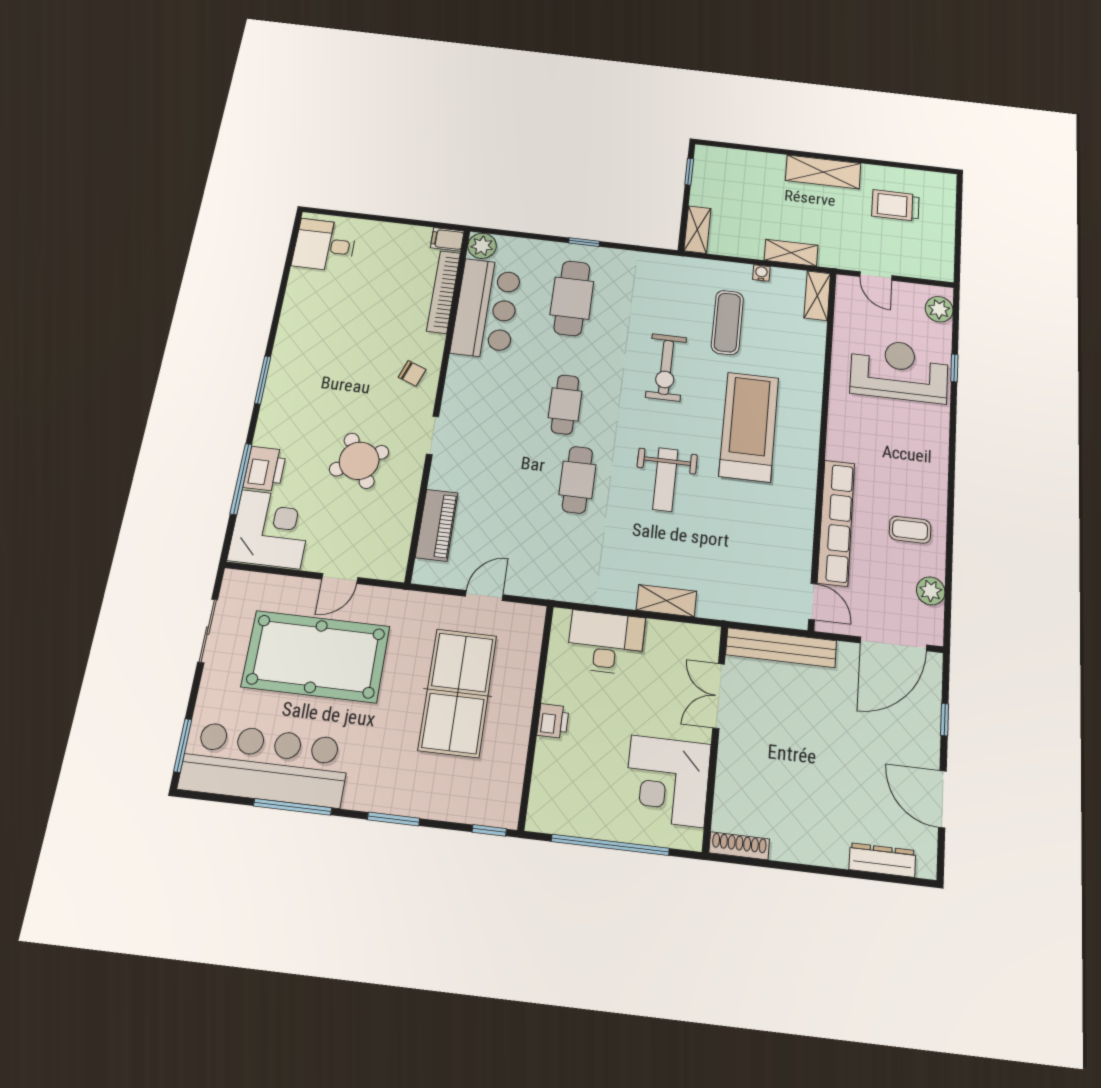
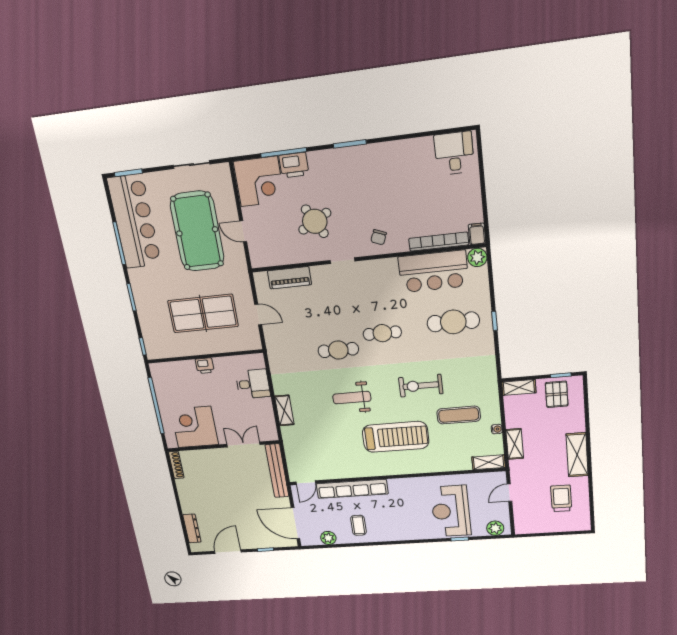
pallet: (719, 182) -> (557, 394), added
reception desk: (899, 371) -> (451, 511), turned 180
desk: (606, 642) -> (253, 384), width x0.73

